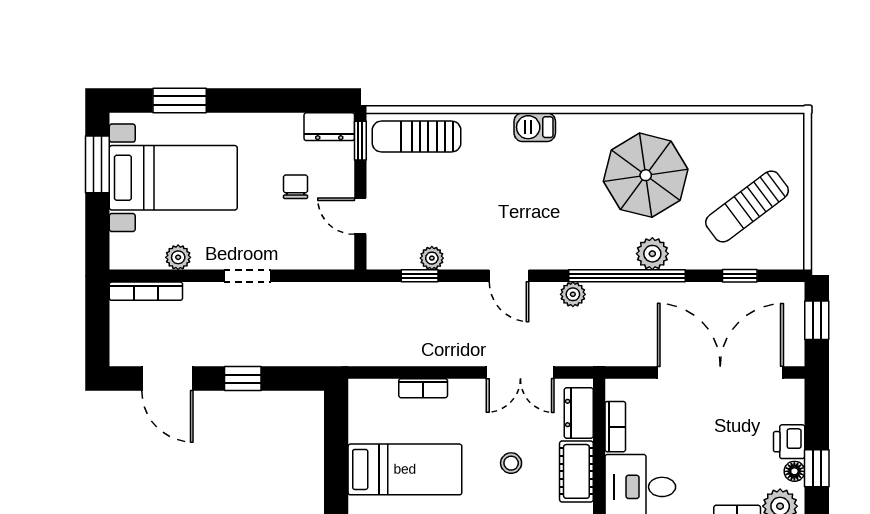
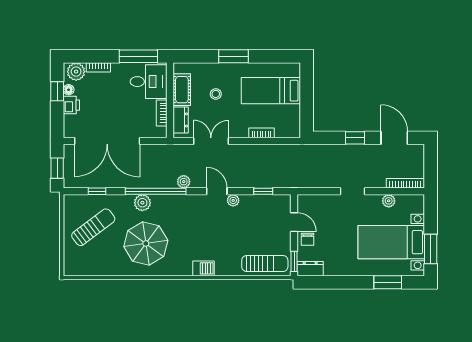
chair: (296, 187) -> (308, 239), moved
plant: (432, 258) -> (233, 200), moved

